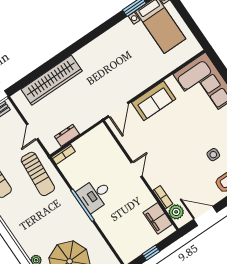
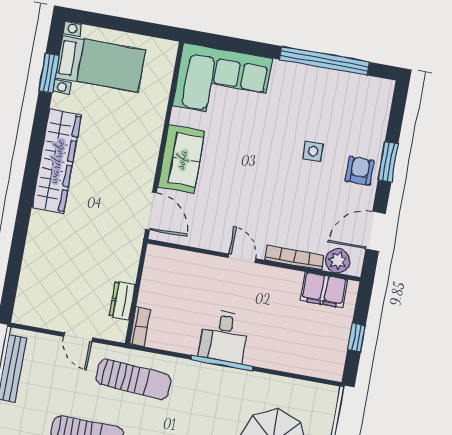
wardrobe: (52, 80) -> (56, 161), moved
bookcase: (163, 197) -> (295, 258), width x1.56

